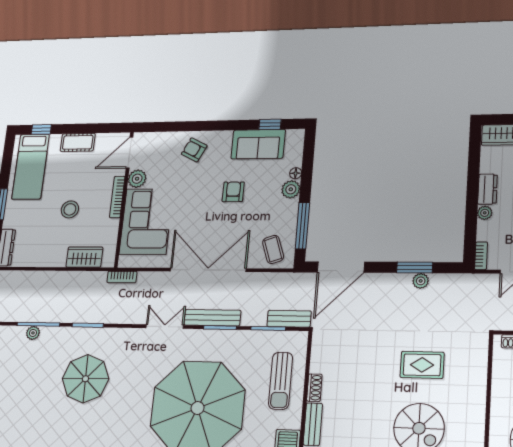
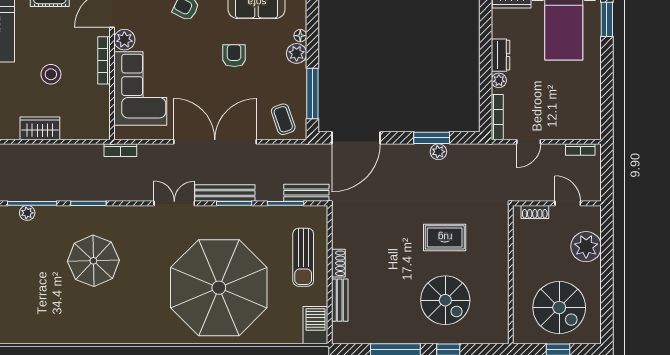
bookcase: (481, 256) -> (497, 117), width x1.56
wardrobe: (84, 257) -> (40, 128), moved

